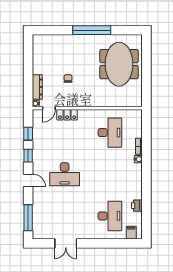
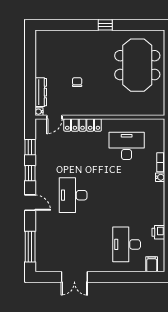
window: (92, 30) -> (105, 25), width x0.32
locker: (67, 115) -> (83, 125), width x1.53
desk: (110, 133) -> (127, 146), turned -90
desk: (65, 174) -> (73, 195), turned 90
desk: (110, 216) -> (127, 244), turned 180

